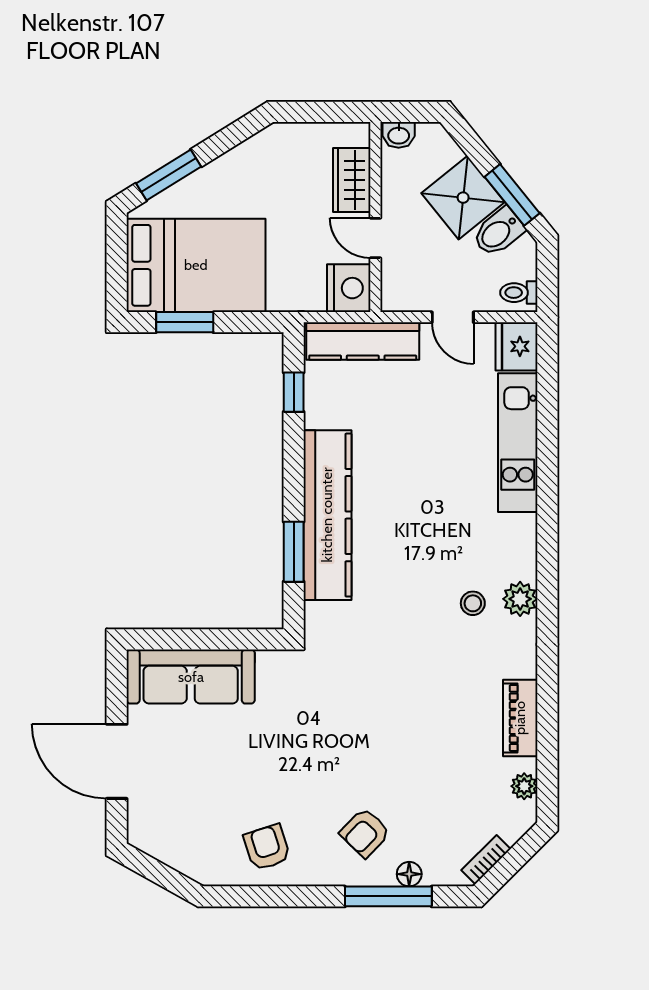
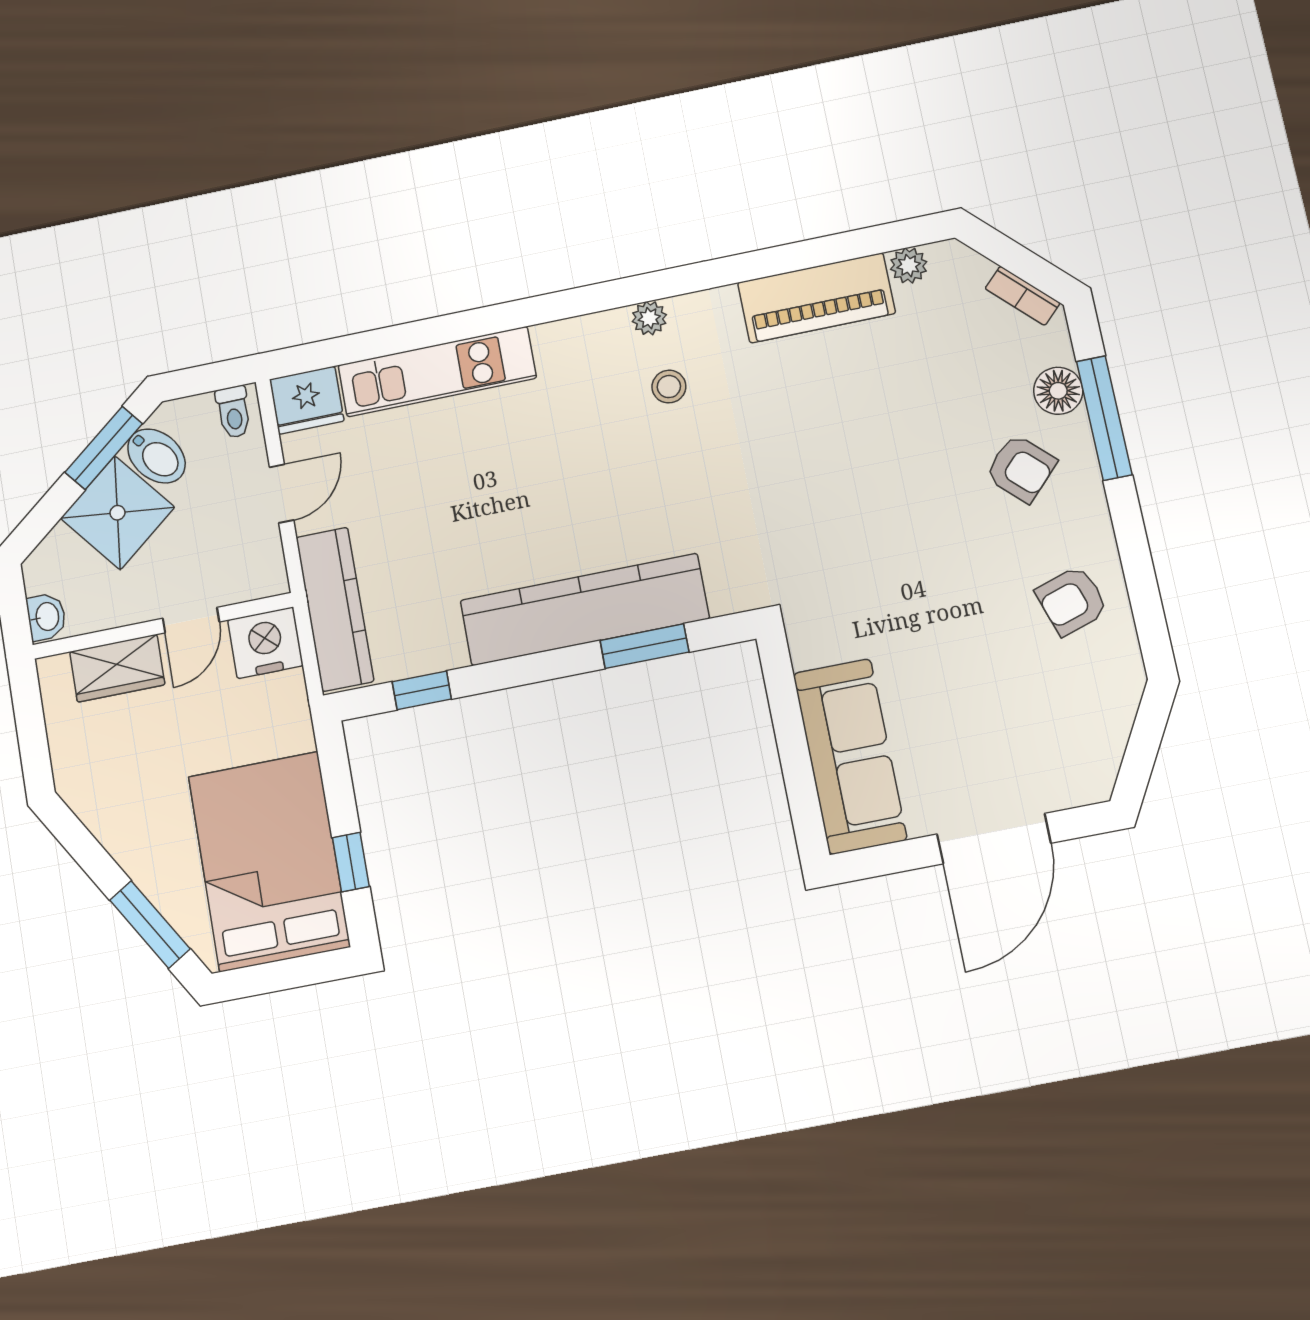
window: (185, 322) -> (351, 862), width x0.67
plant: (520, 599) -> (649, 318), width x0.73, depth x0.73
piano: (520, 718) -> (816, 298), width x1.37, depth x1.33
floor lamp: (409, 874) -> (1058, 391), width x1.37, depth x1.37

